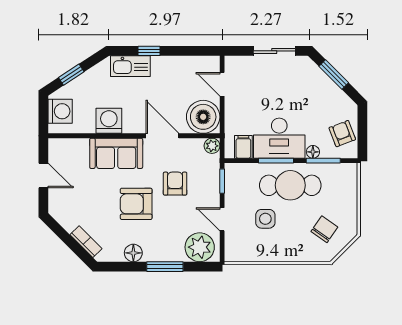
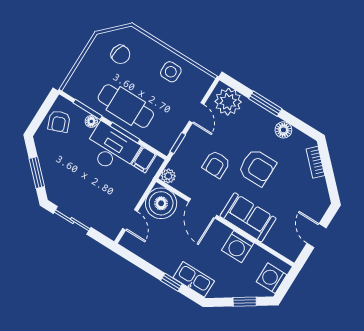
side table: (265, 219) -> (171, 72), moved
chair: (324, 229) -> (120, 54), turned -112

